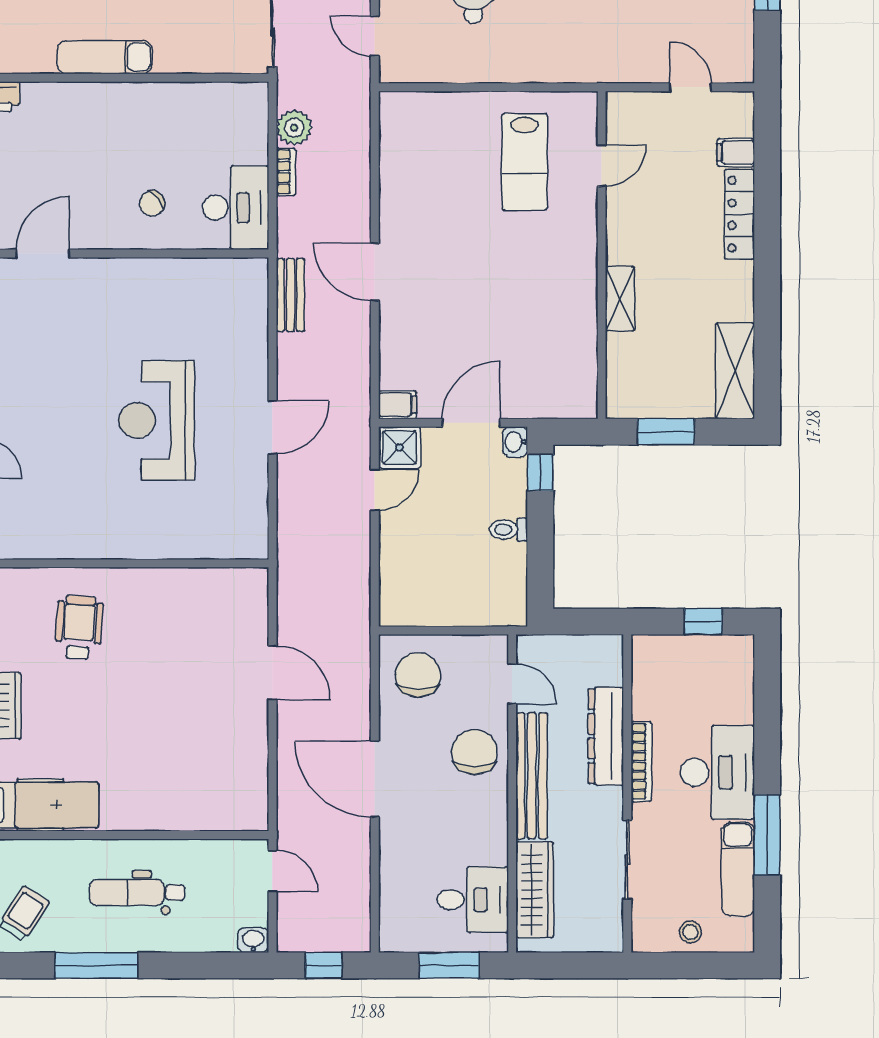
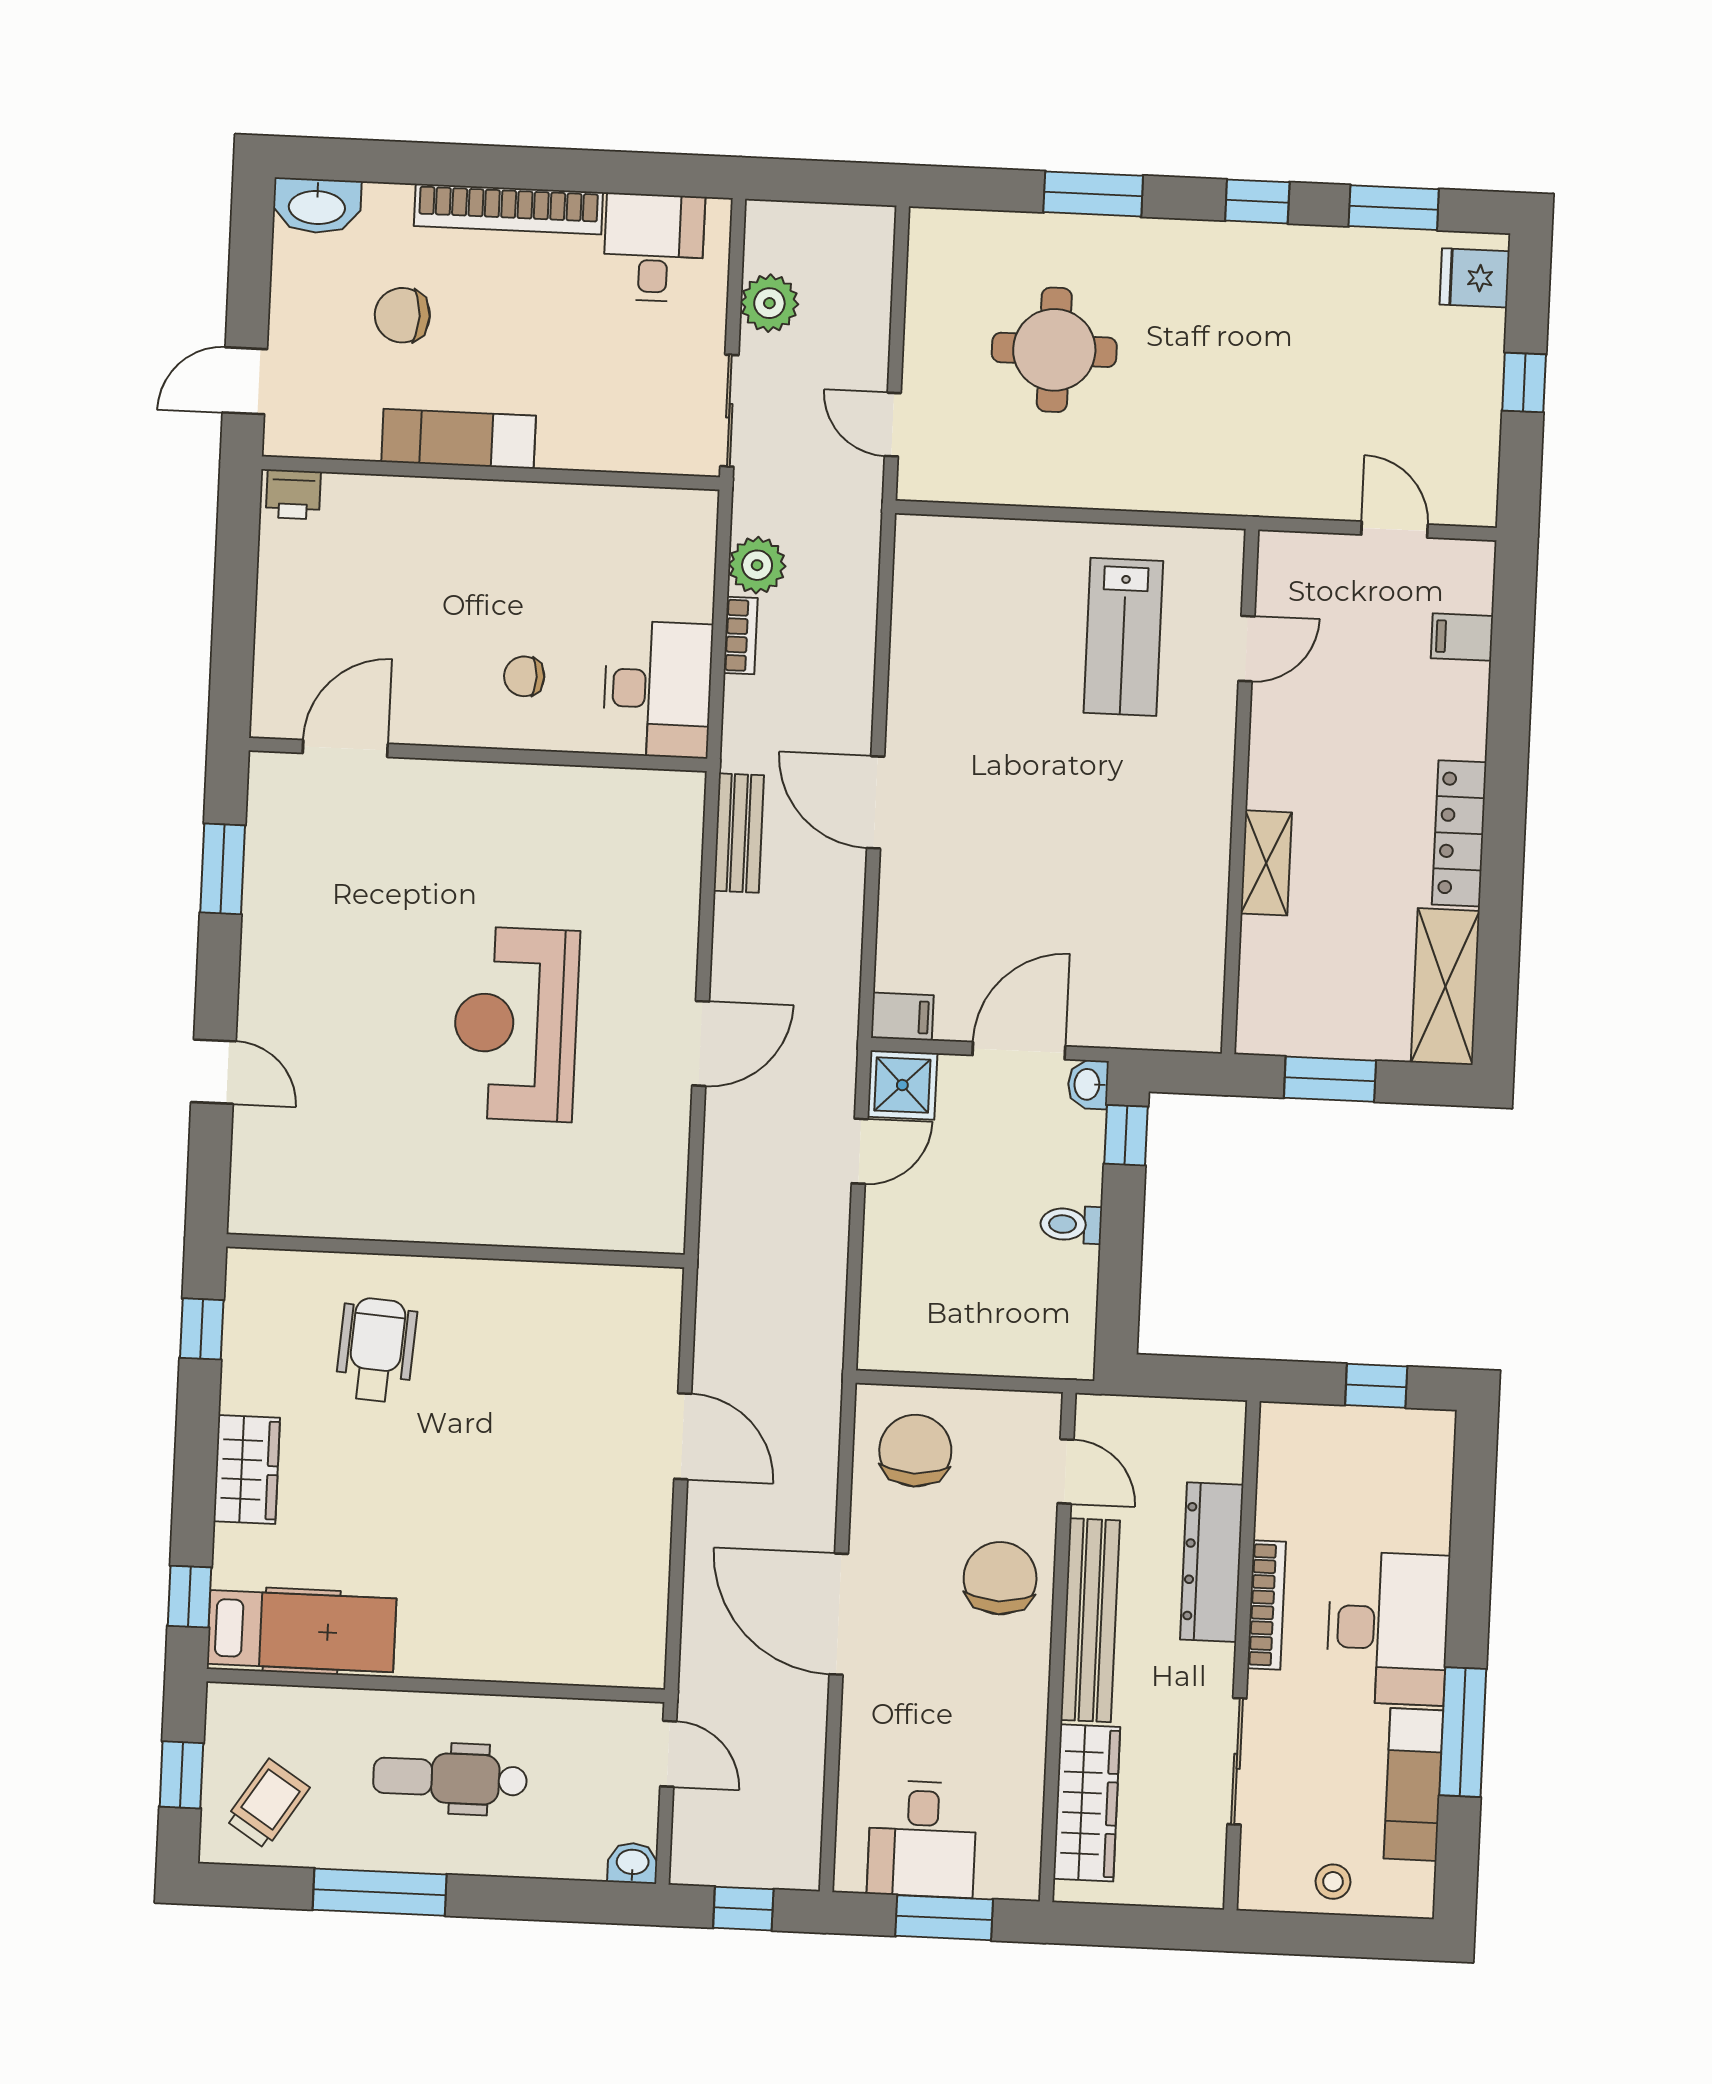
chair: (152, 203) -> (524, 676), turned 40
locker: (739, 214) -> (1459, 833), moved
desk: (473, 900) -> (922, 1839), moved, turned 90

